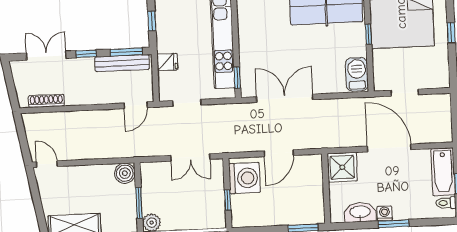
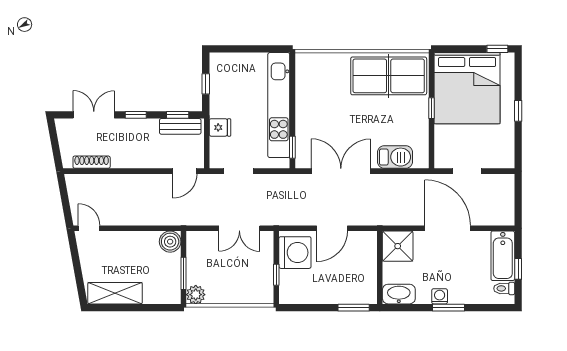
window: (126, 52) -> (178, 115), width x0.67
bench: (122, 63) -> (180, 126), width x0.73
barbecue: (357, 74) -> (395, 157), moved, turned 90
washbasin: (360, 212) -> (399, 294), moved

